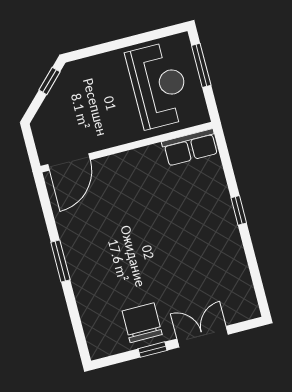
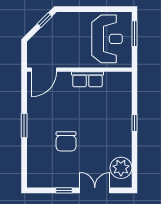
row of seats: (190, 147) -> (87, 79), moved
plant: (236, 289) -> (121, 168), added
chair: (142, 323) -> (66, 141), moved, turned 180

